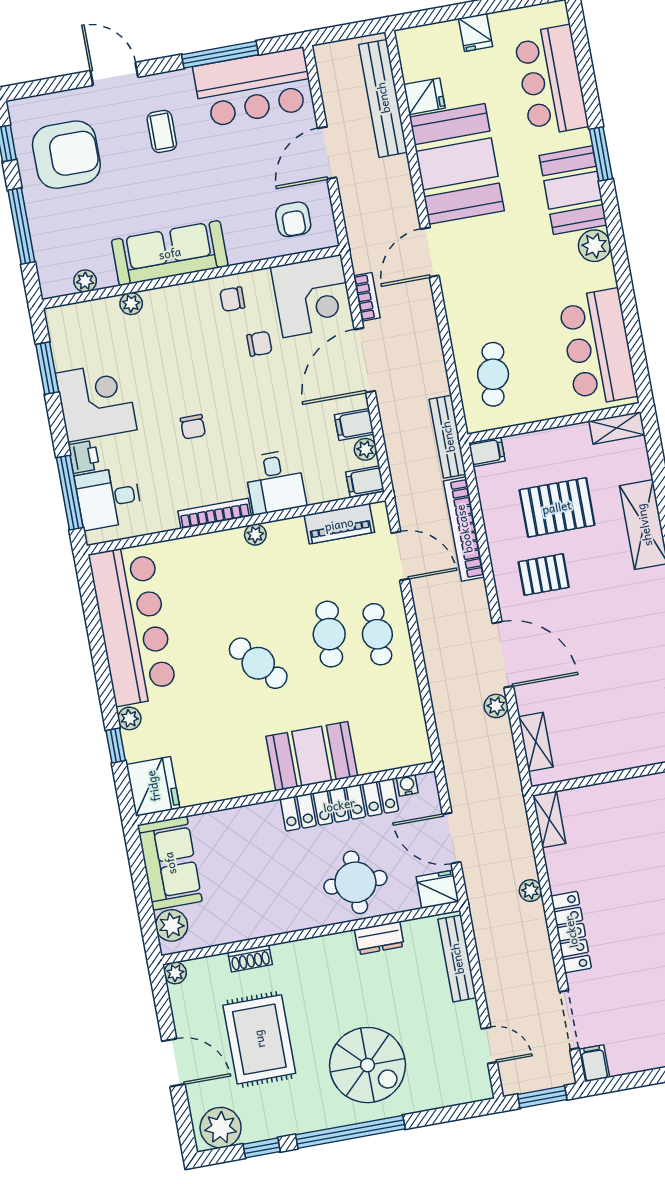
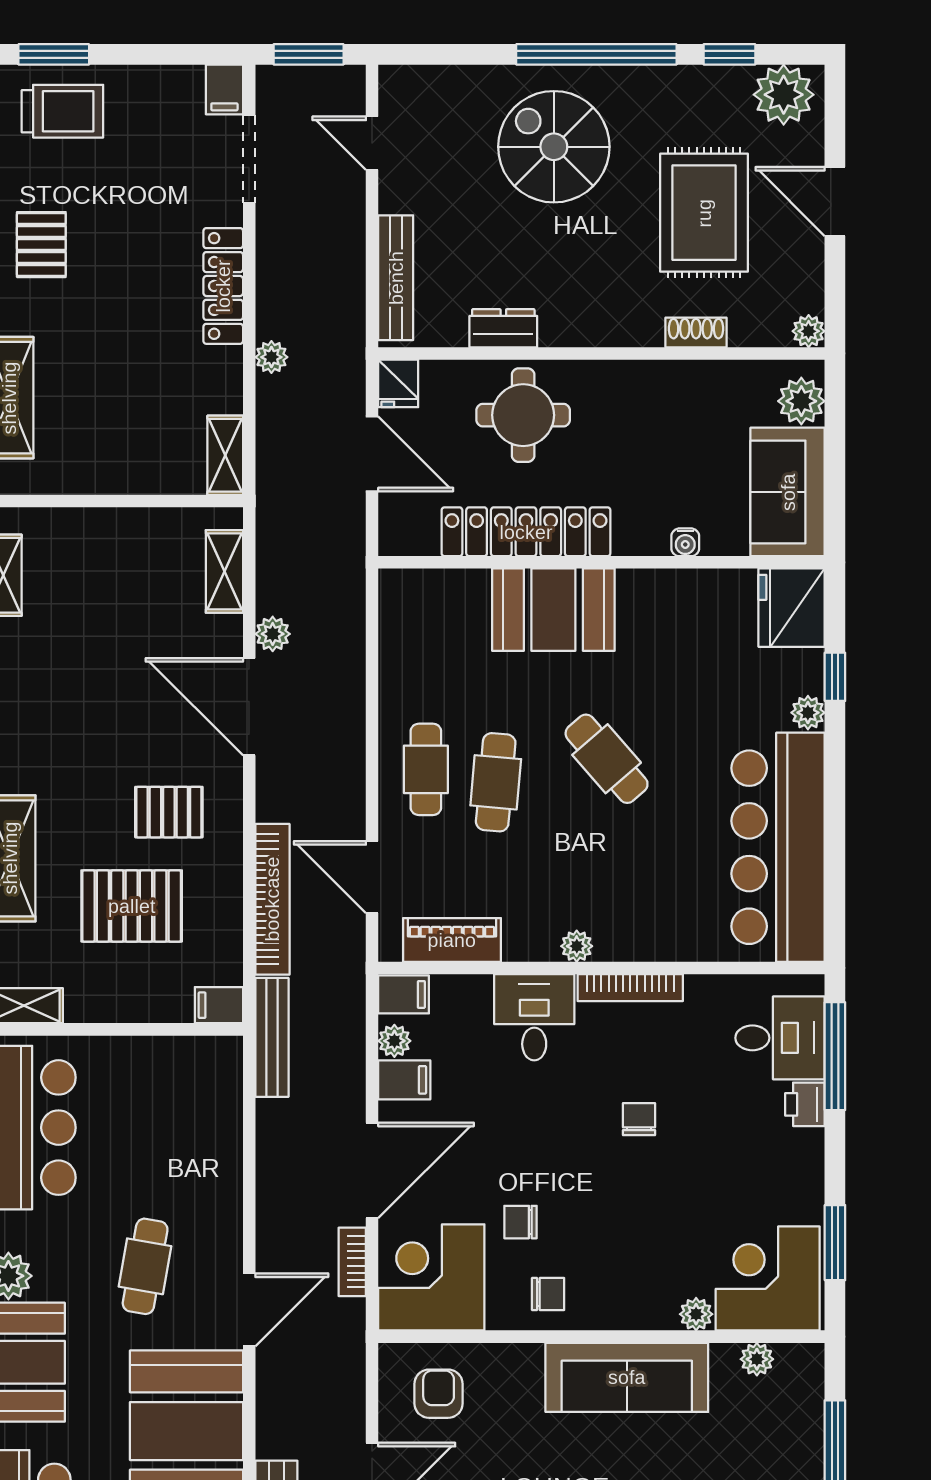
cafe table: (493, 374) -> (145, 1266), moved
corner desk: (96, 401) -> (768, 1278), moved, turned 90
water cooler: (407, 785) -> (685, 542), moved
fridge: (438, 889) -> (398, 383), width x0.72

